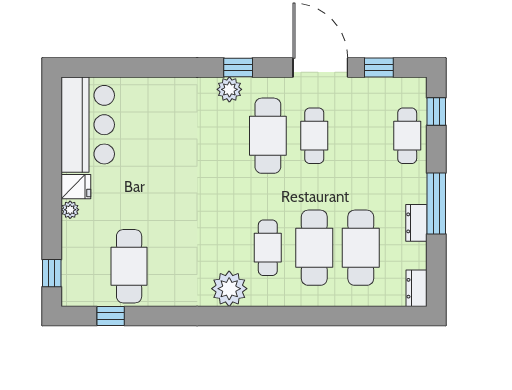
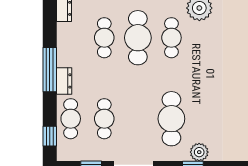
cafe table: (314, 136) -> (104, 119), moved
dresser: (416, 223) -> (64, 81), moved
cafe table: (361, 248) -> (104, 38), width x0.73, depth x0.74

